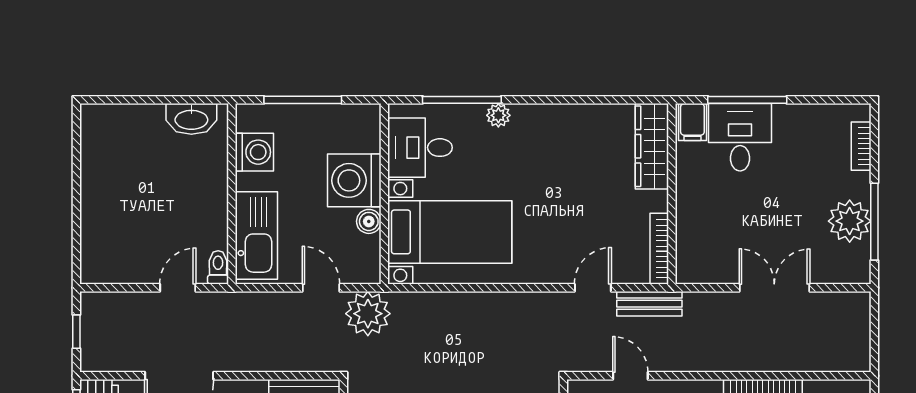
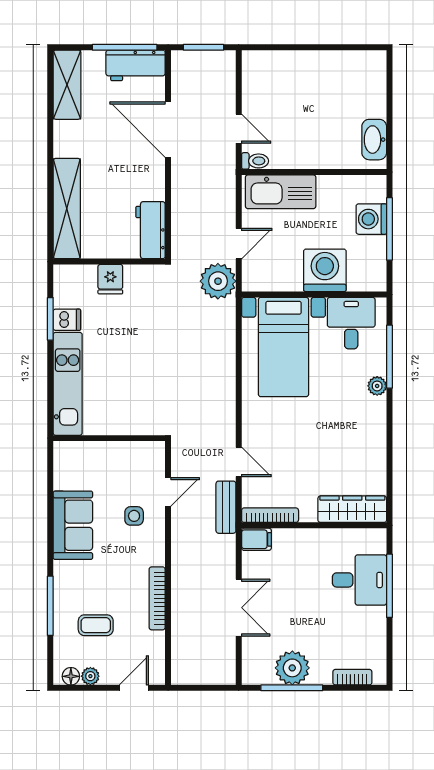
filing cabinet: (692, 122) -> (256, 539), moved, turned 180
washing machine: (254, 152) -> (371, 219), moved, turned 90
boiler: (369, 221) -> (292, 282), removed
window: (76, 332) -> (204, 47), width x1.50

